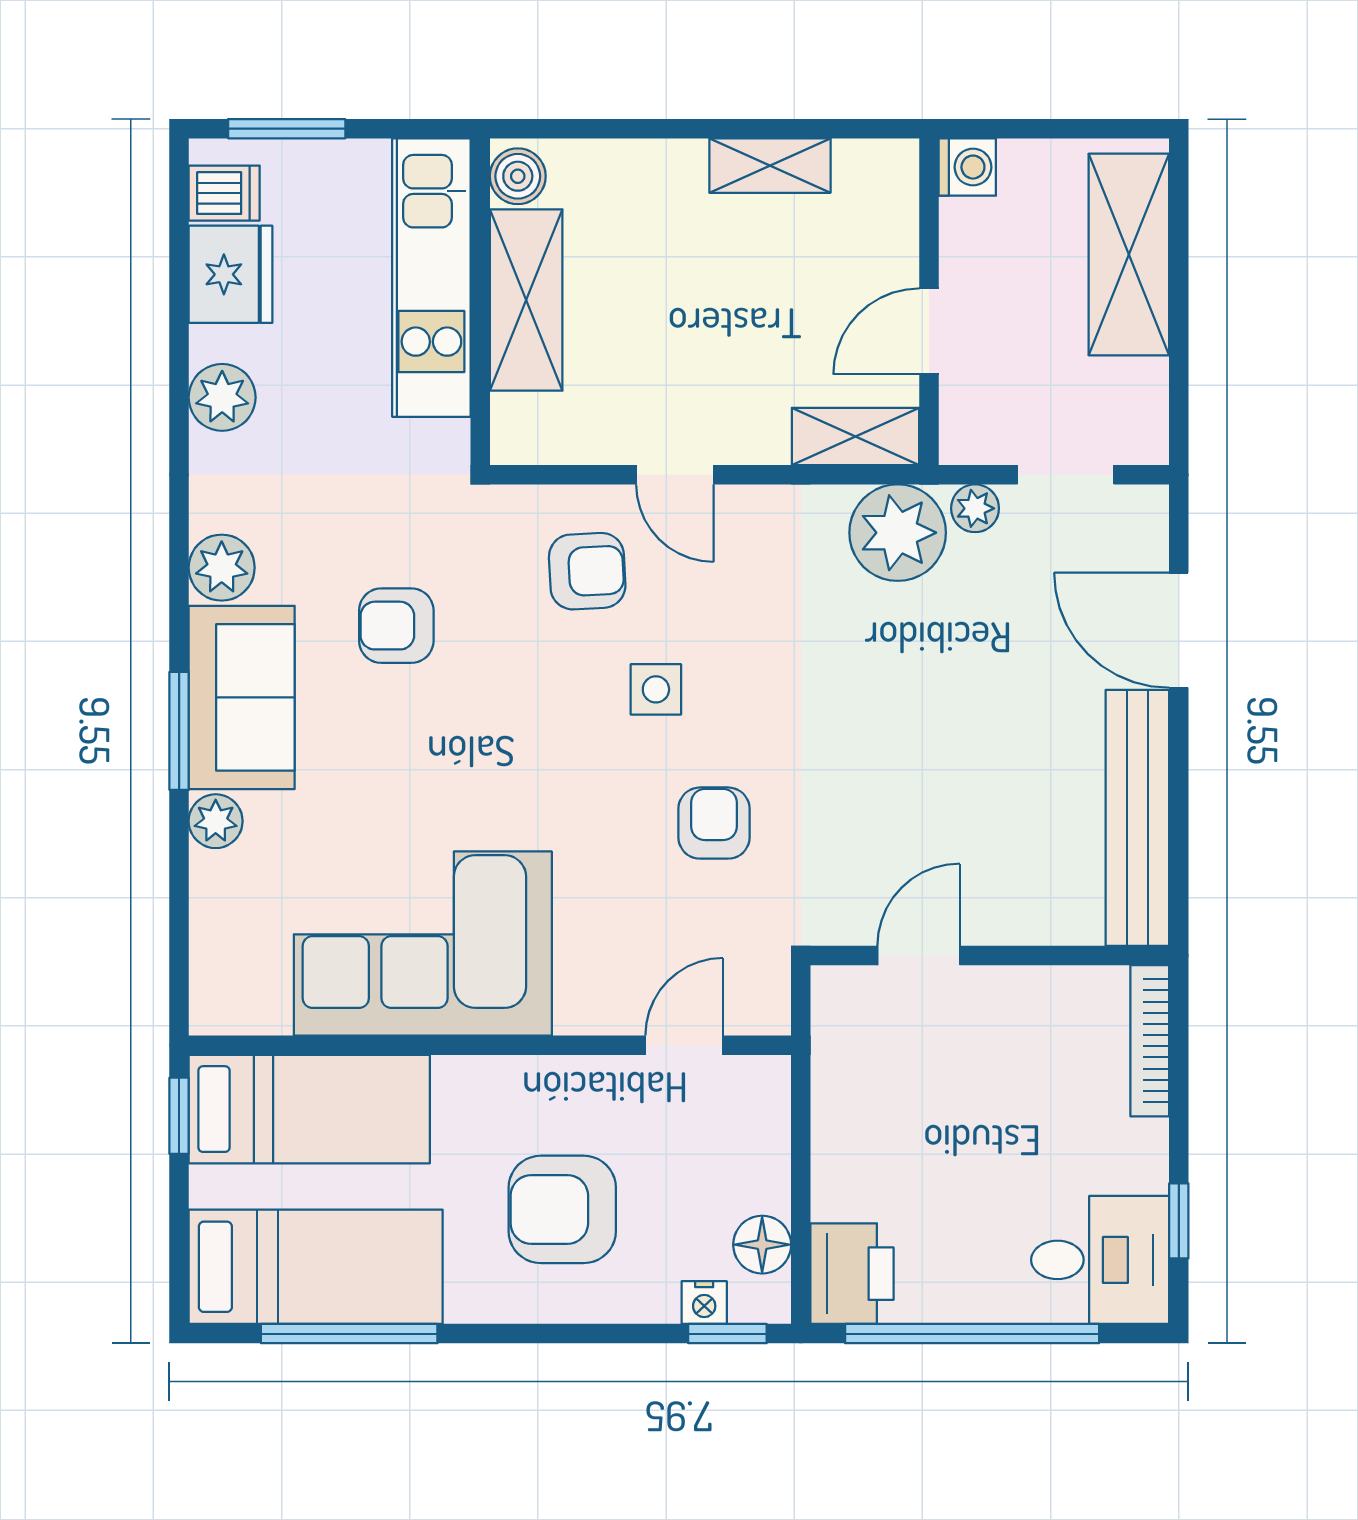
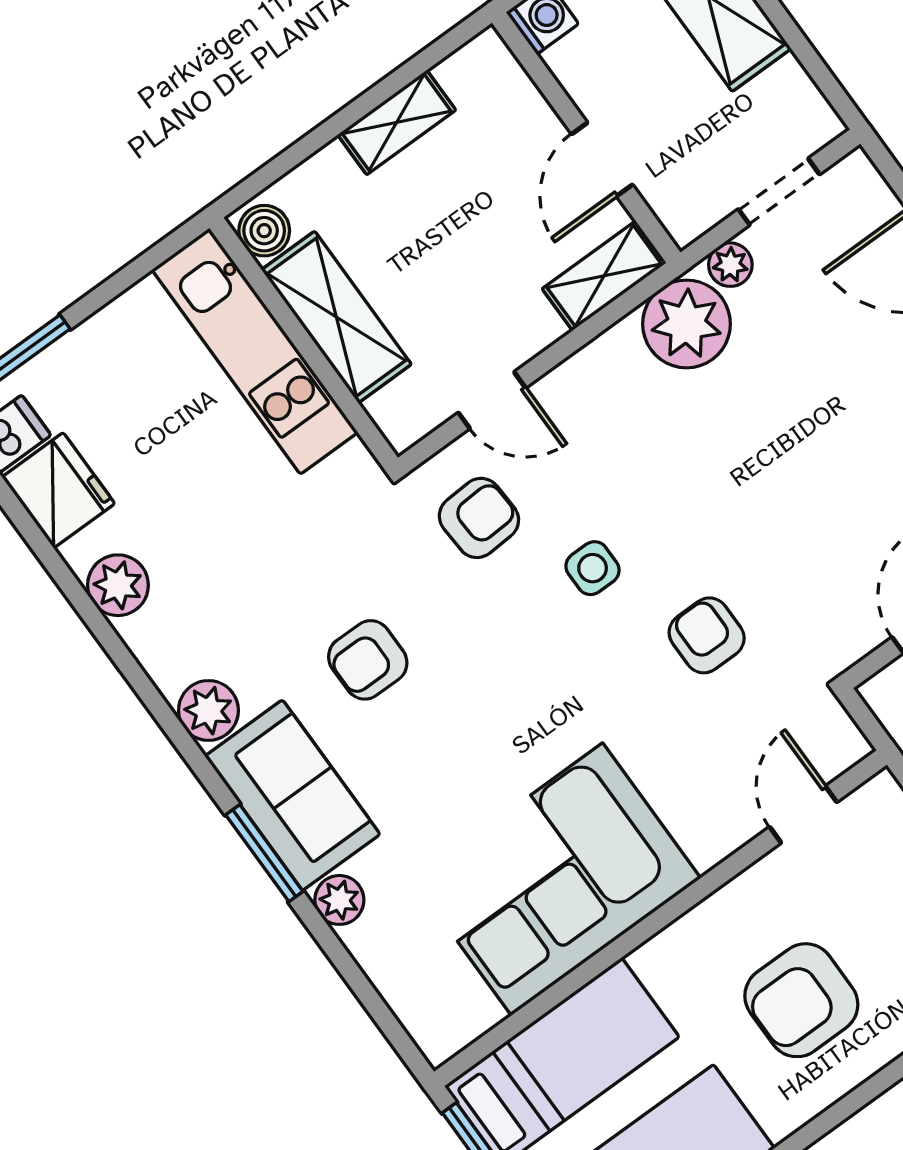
boiler: (518, 176) -> (264, 231), moved
kitchen unit: (431, 278) -> (255, 351), moved
shelving: (526, 300) -> (336, 317), moved
wall: (480, 302) -> (304, 343), moved

